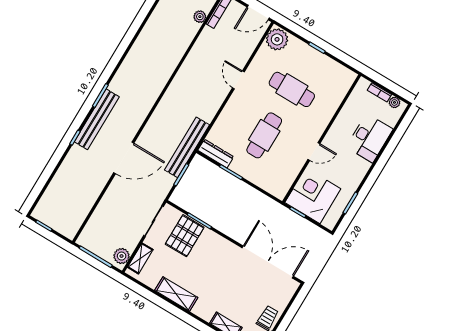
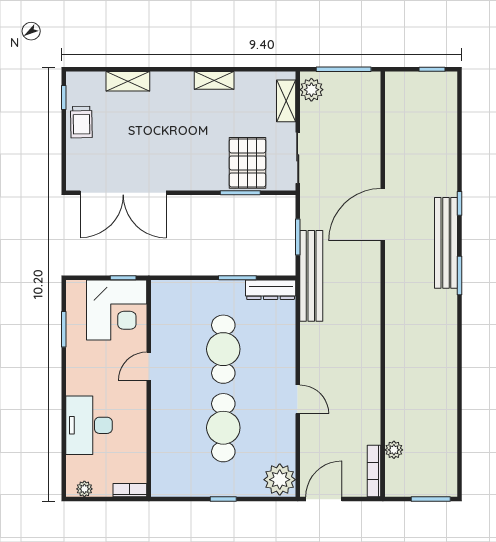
cafe table: (292, 89) -> (223, 428), turned 90
bookcase: (379, 92) -> (130, 490), moved
shelving: (176, 294) -> (214, 80), width x0.67, depth x0.75

